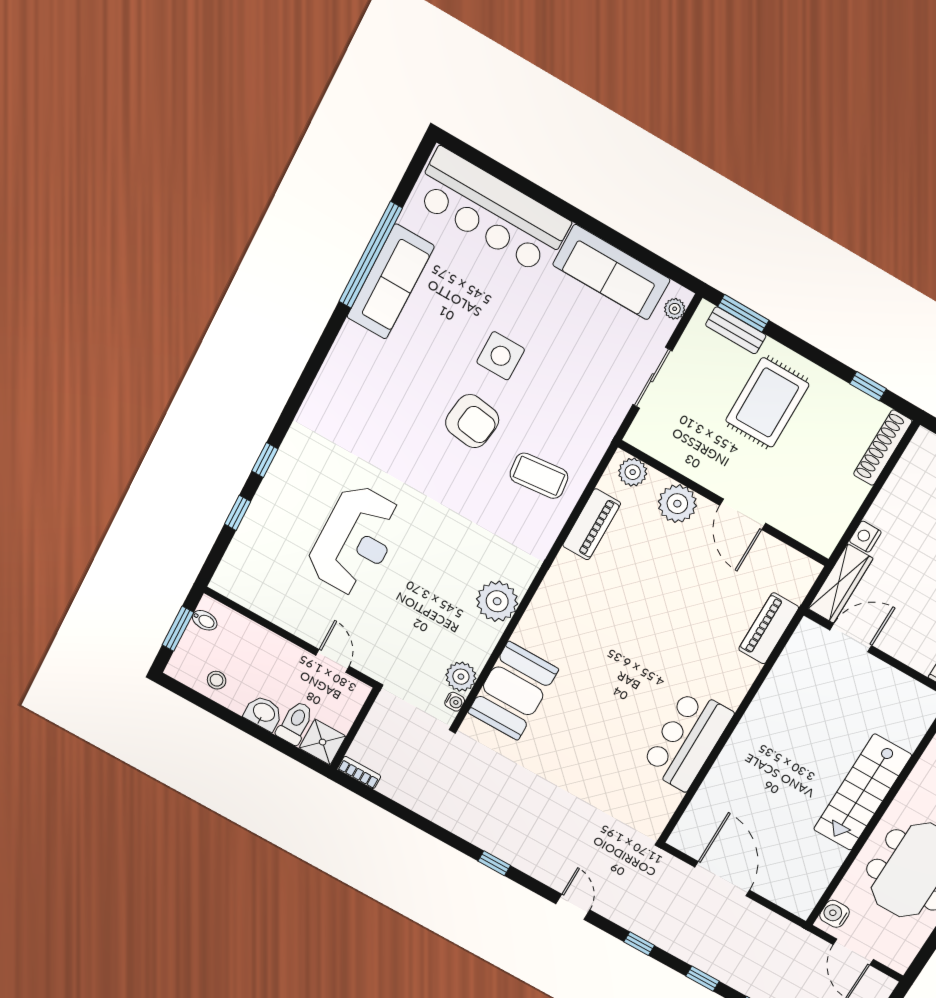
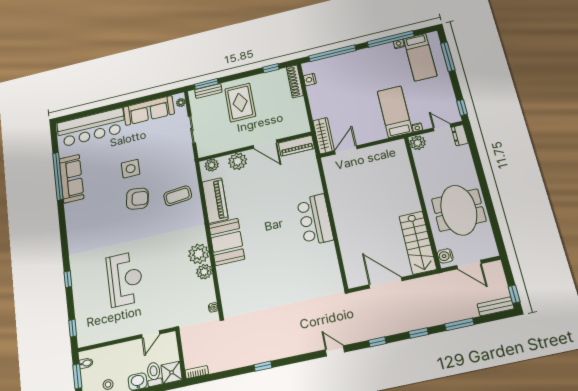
window: (238, 513) -> (73, 328), moved
piano: (592, 524) -> (215, 200), width x1.37, depth x1.33
nightstand: (865, 537) -> (310, 80), moved
piano: (769, 628) -> (296, 146), moved, turned -90
door: (332, 661) -> (151, 334), swing flipped
plant: (461, 677) -> (204, 272), moved
booth: (513, 691) -> (227, 242), moved
bar counter: (687, 740) -> (315, 220), moved
stairs: (862, 792) -> (418, 243), moved
window: (494, 863) -> (263, 366), moved

